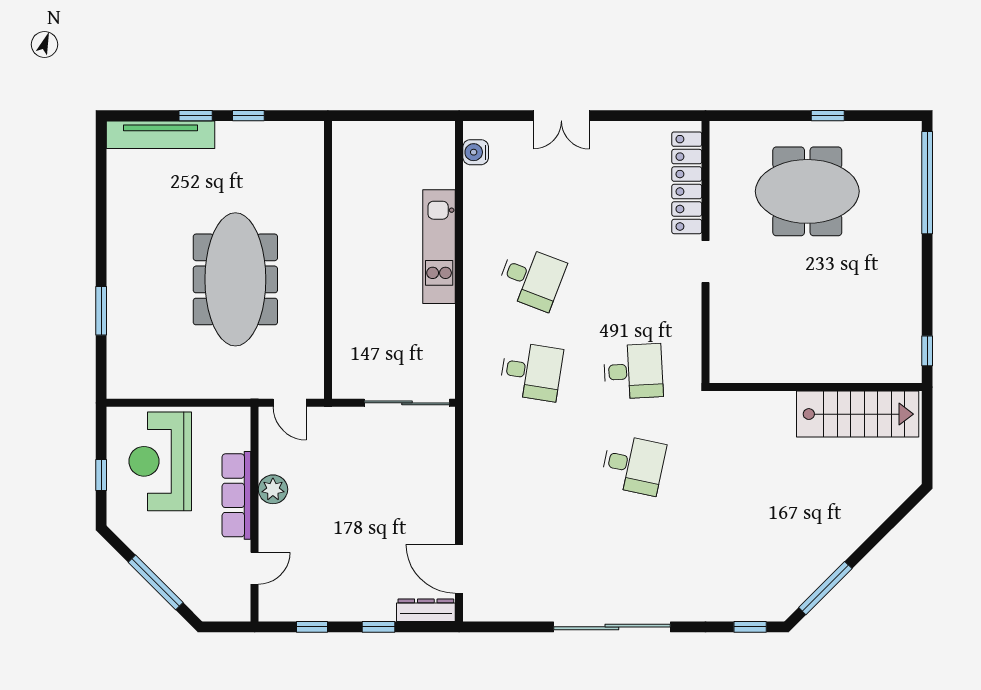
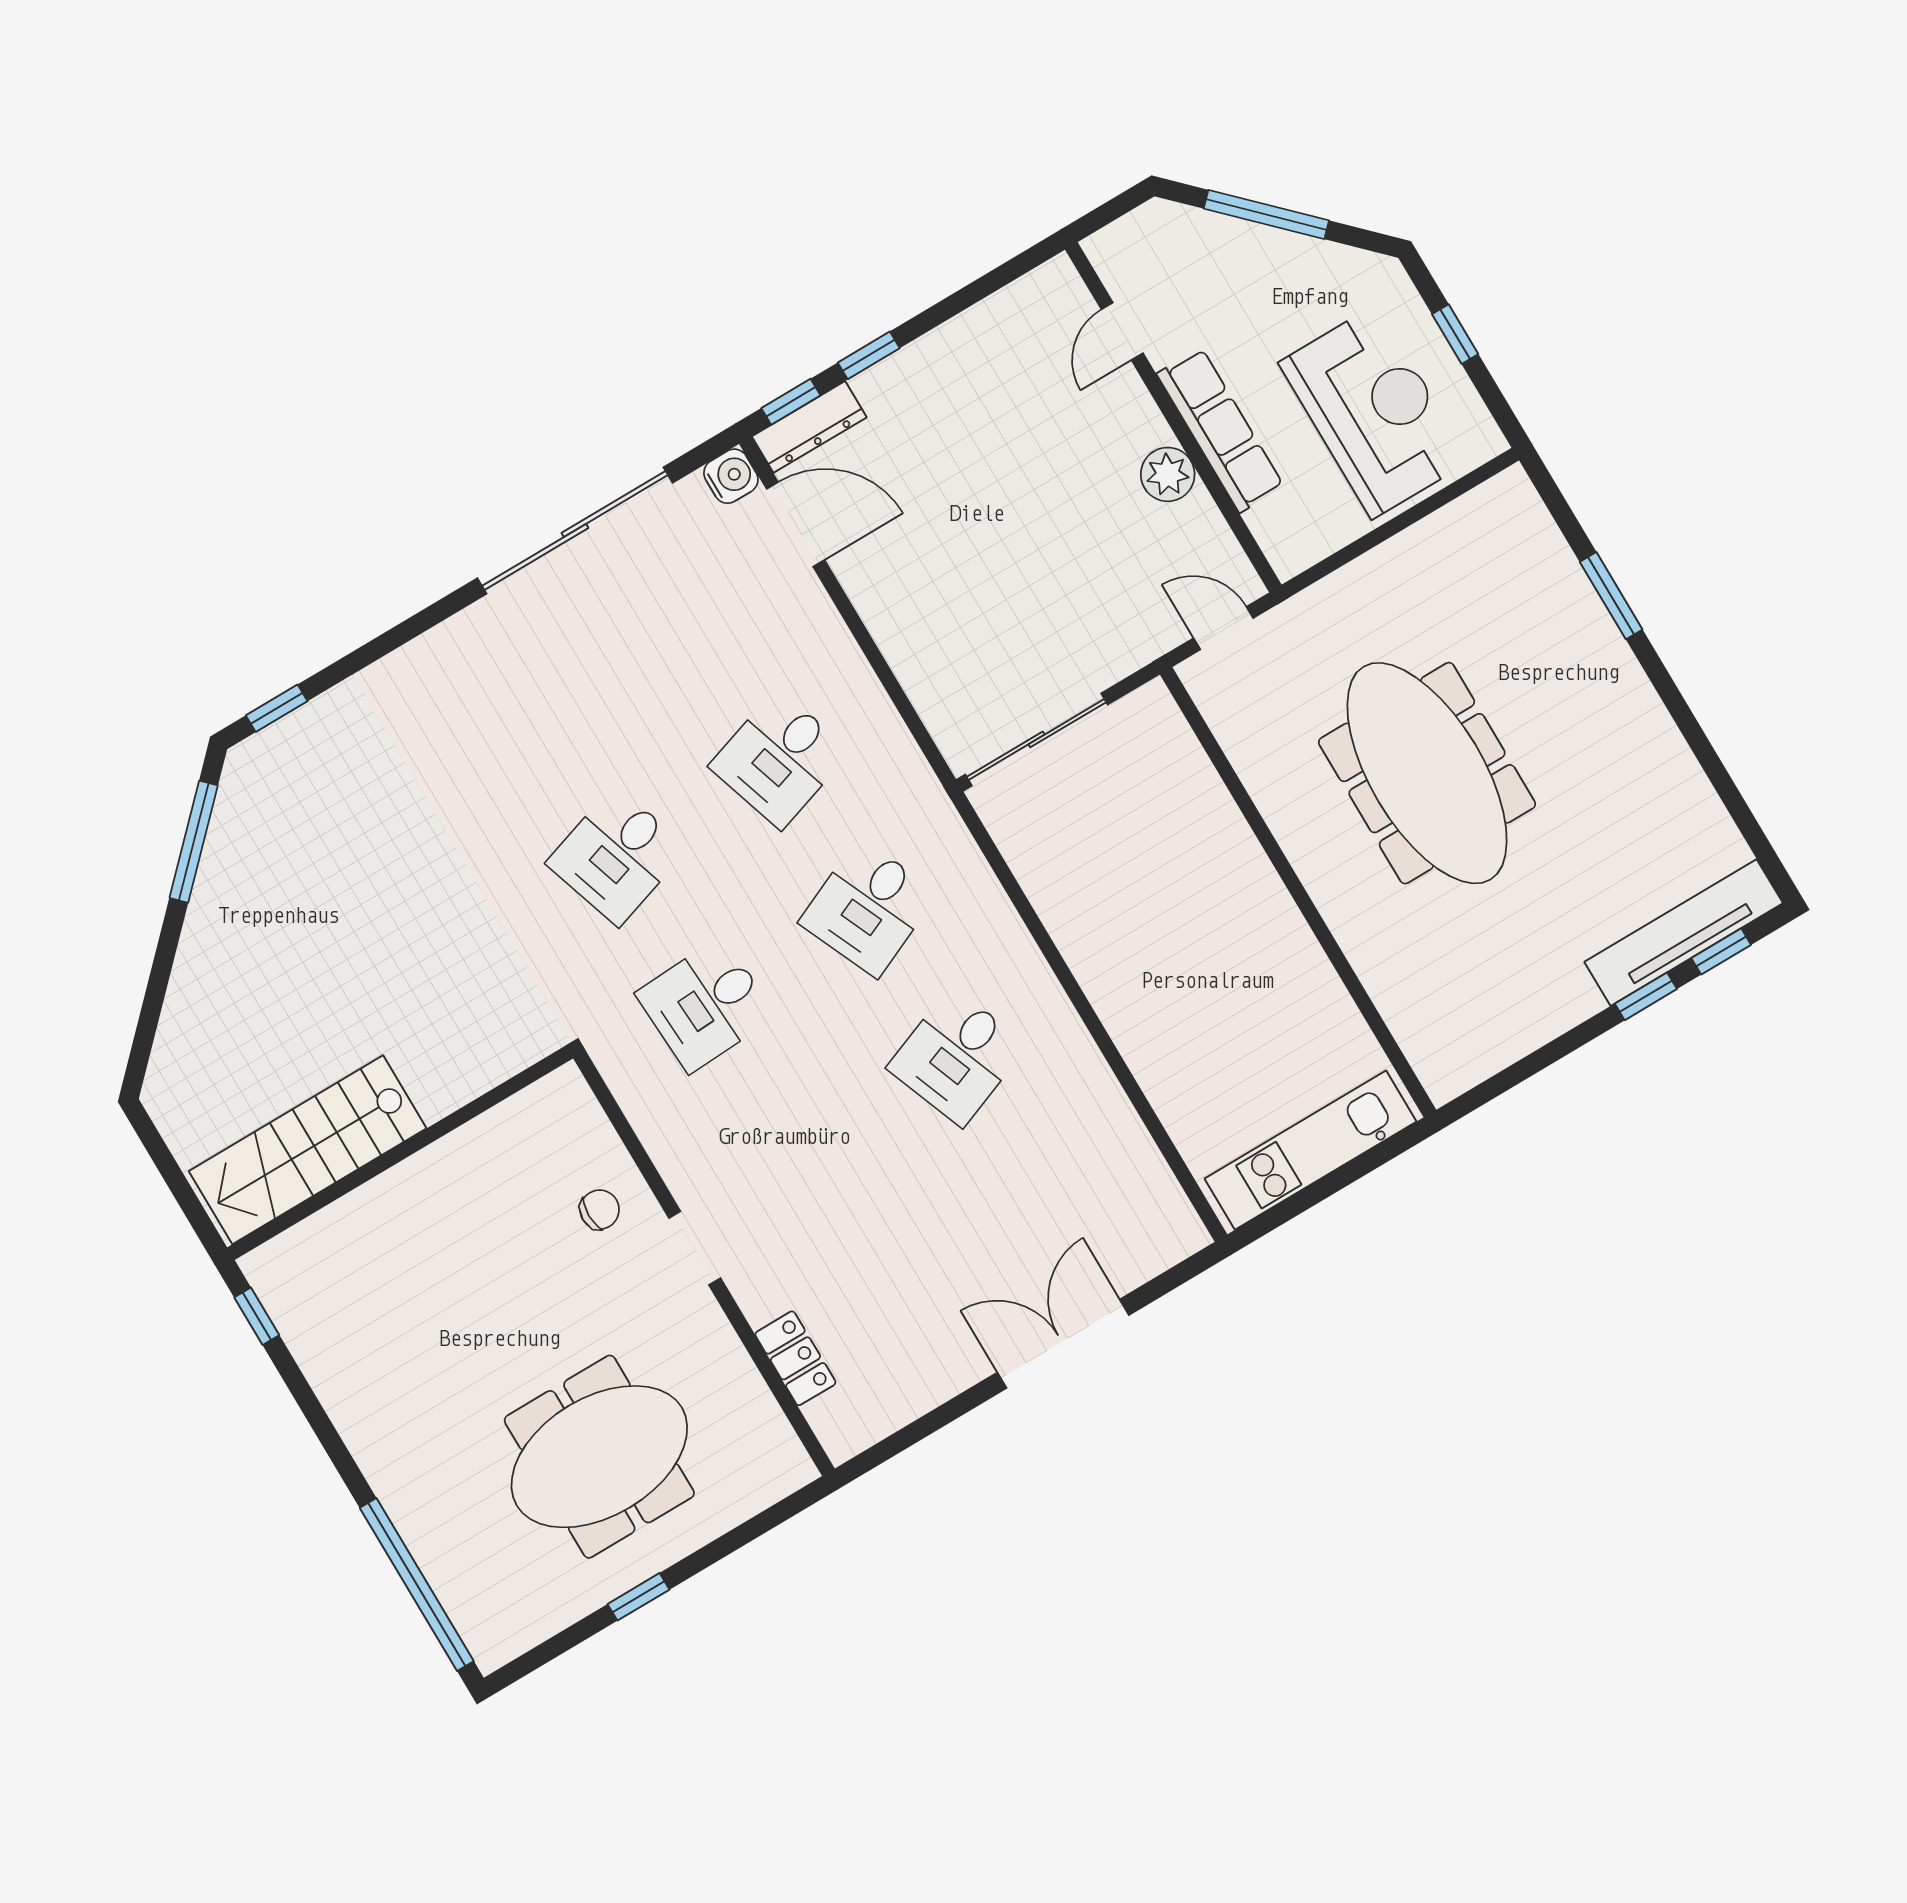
window: (248, 116) -> (1721, 951), moved
double door: (561, 116) -> (1063, 1344), width x1.37
water cooler: (476, 152) -> (731, 476), moved
locker: (687, 183) -> (795, 1358), width x0.46, depth x0.83
kitchen unit: (439, 247) -> (1311, 1150), moved, turned -90
desk: (531, 278) -> (957, 1057), turned -42
chair: (739, 306) -> (600, 1210), added
desk: (531, 371) -> (868, 908), turned -33
desk: (531, 465) -> (779, 759), added
desk: (633, 465) -> (617, 856), turned -30
window: (312, 627) -> (791, 402), moved
sliding door: (612, 627) -> (575, 530), moved

